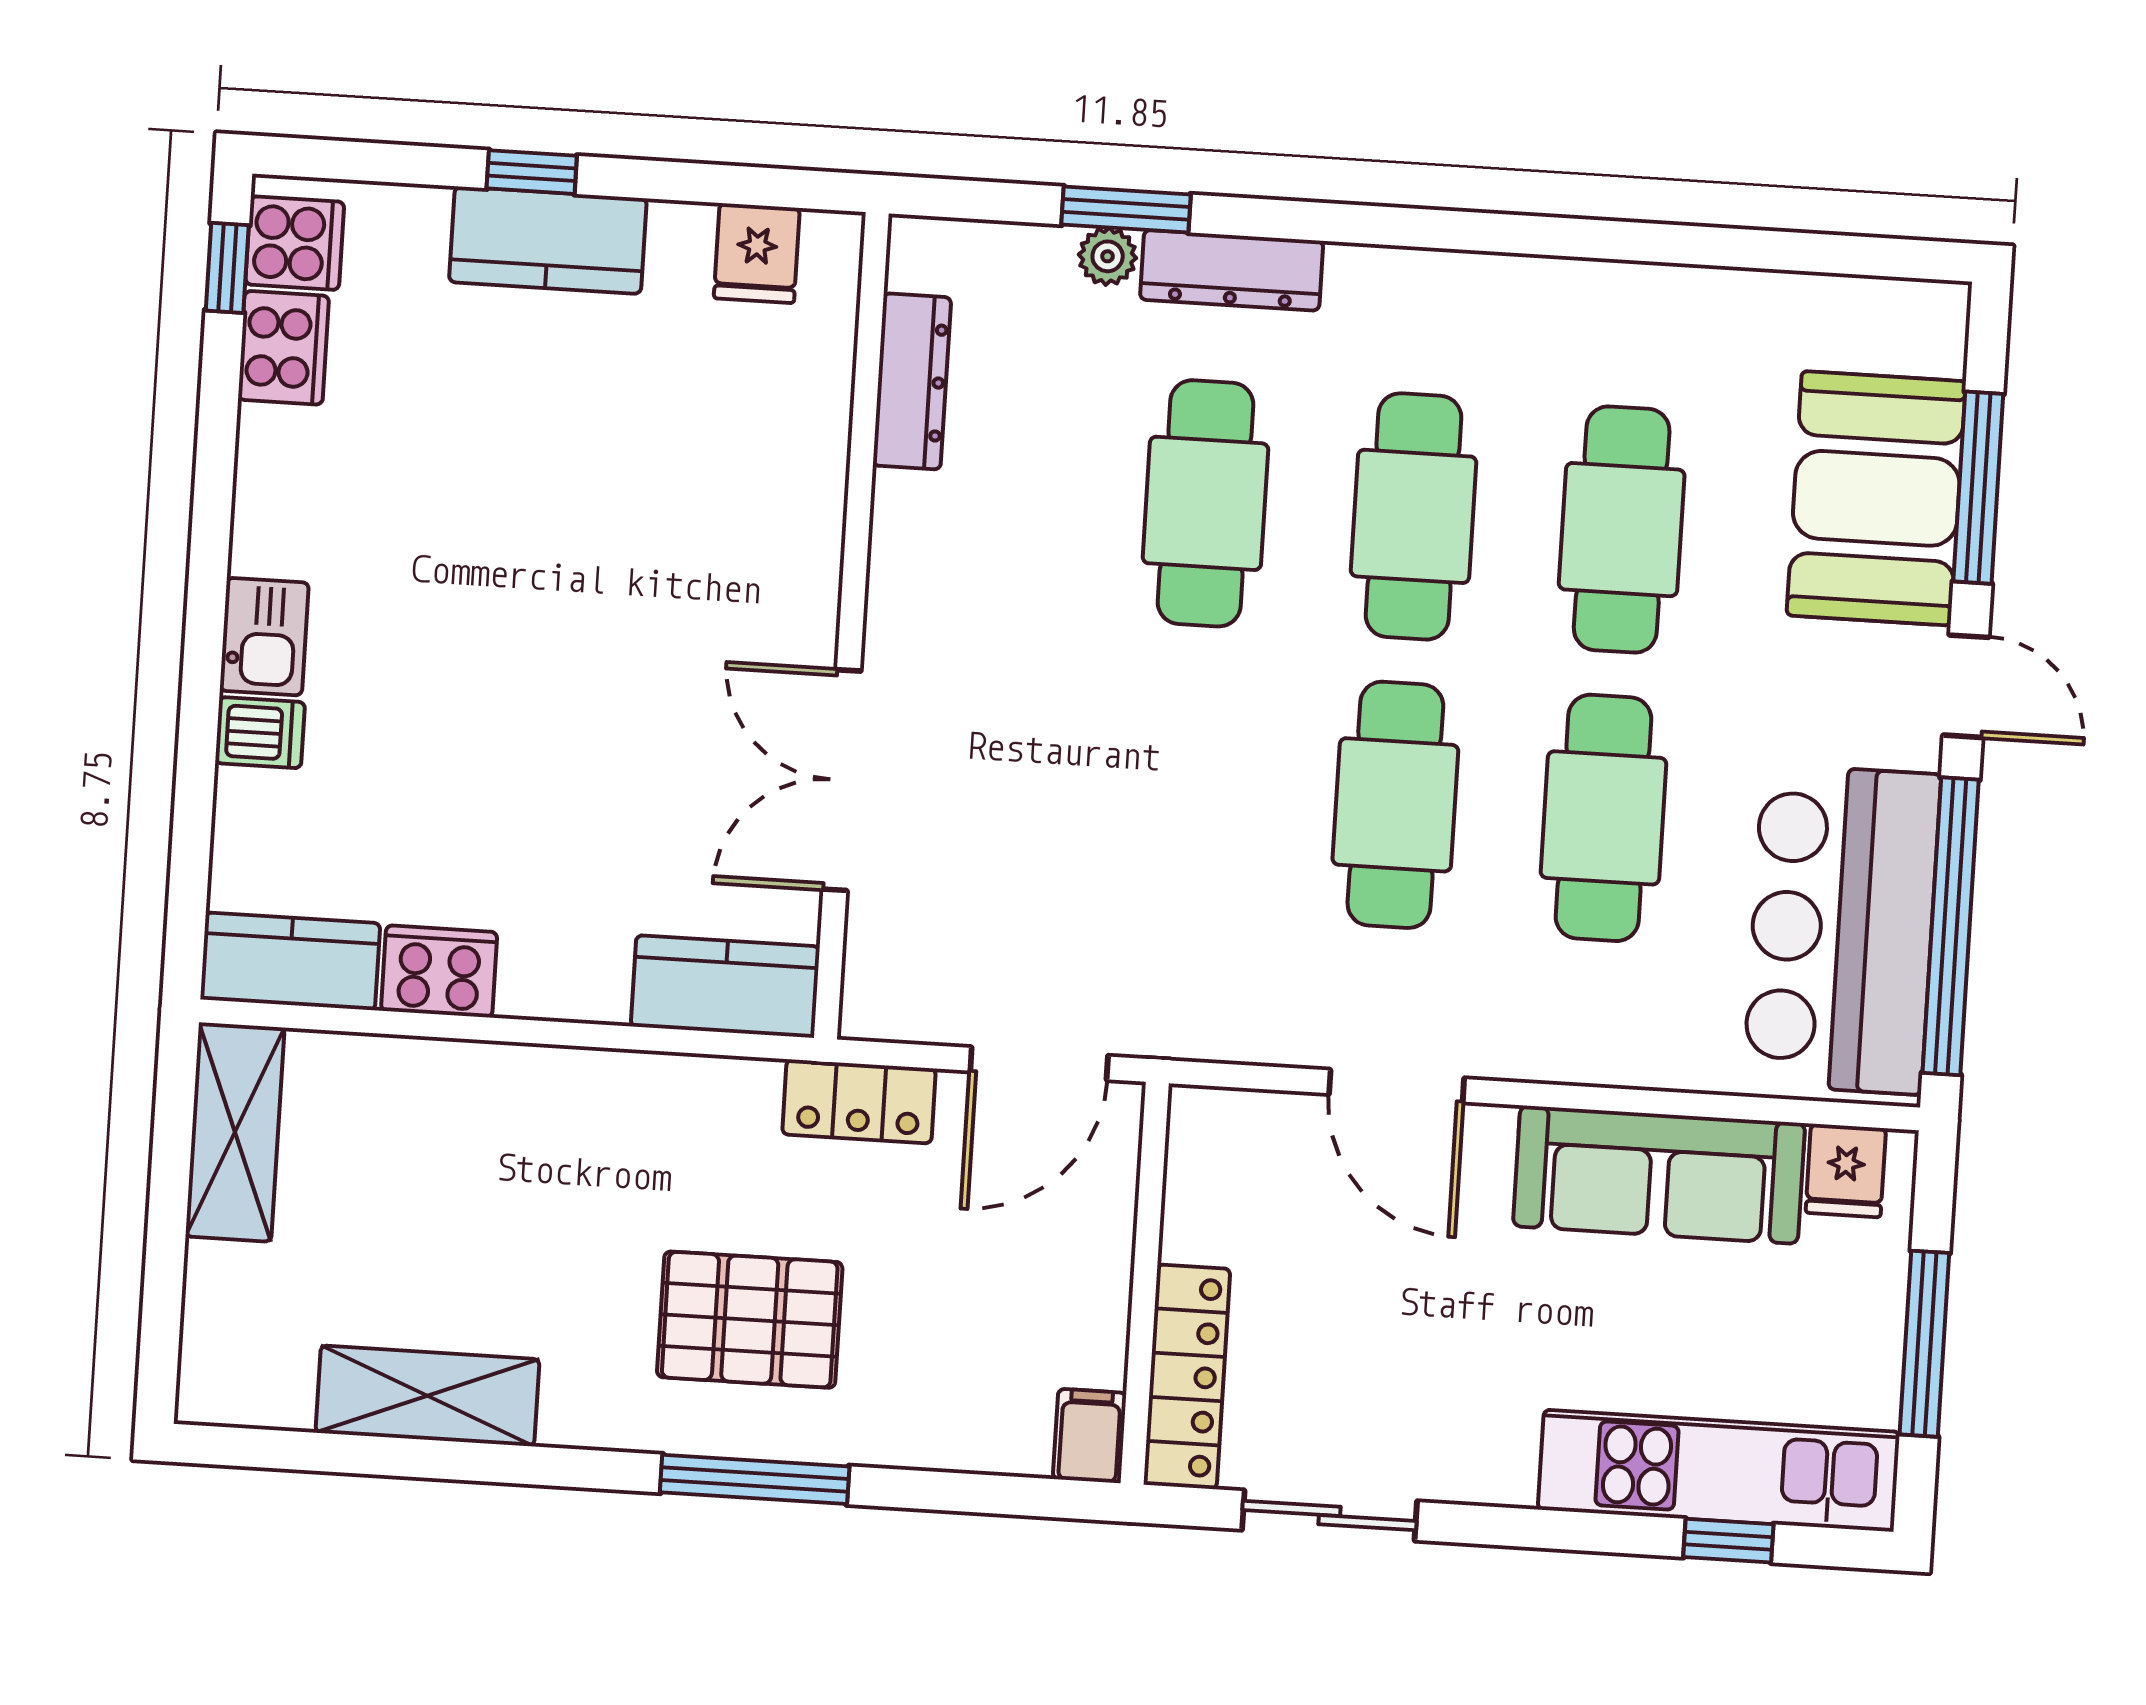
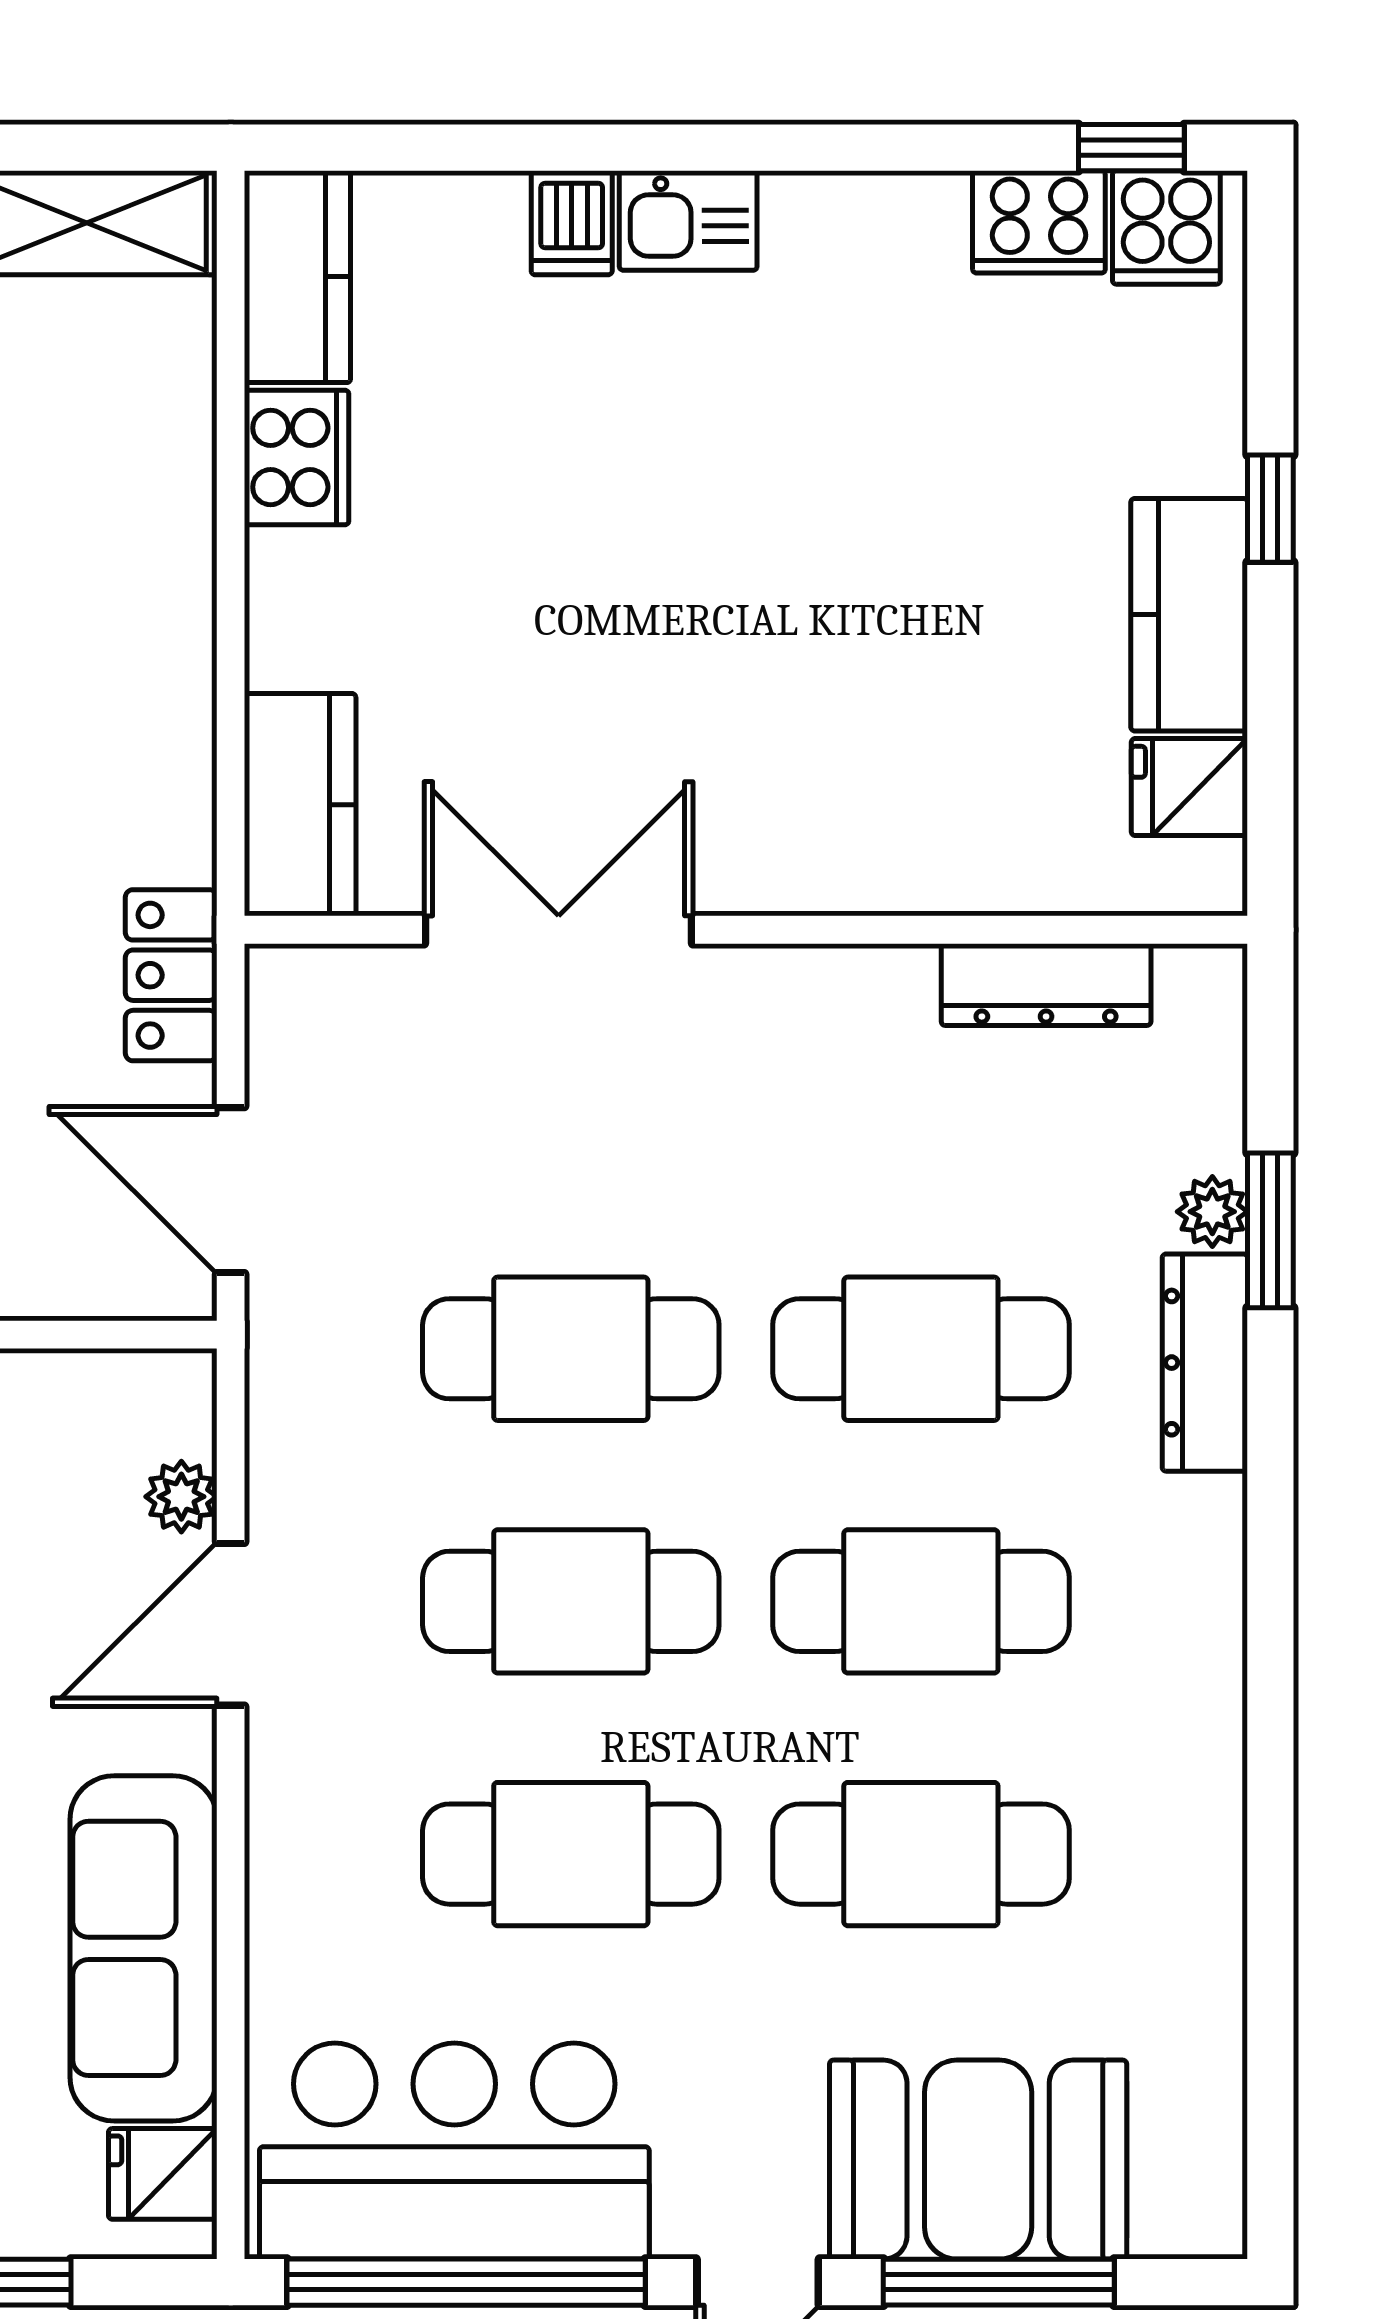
kitchen counter: (548, 240) -> (1189, 615), moved
cafe table: (1187, 792) -> (571, 1349), added
plant: (1289, 1120) -> (181, 1497), added

